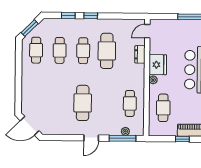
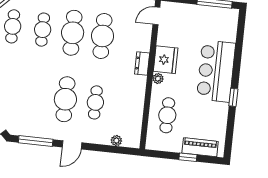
cafe table: (83, 51) -> (73, 33), width x1.37, depth x1.35
dresser: (140, 54) -> (142, 63), moved
cafe table: (130, 103) -> (95, 102), moved
window: (122, 138) -> (36, 141), moved

